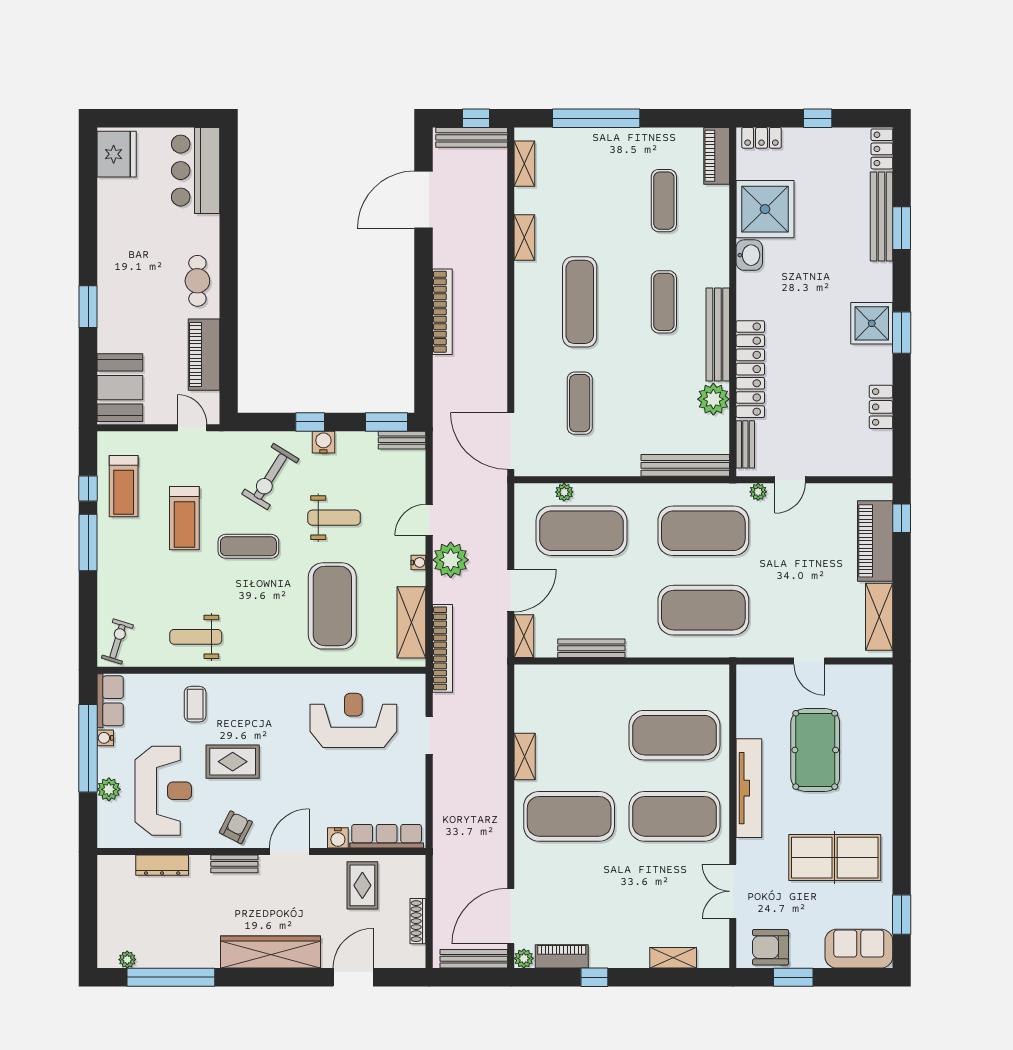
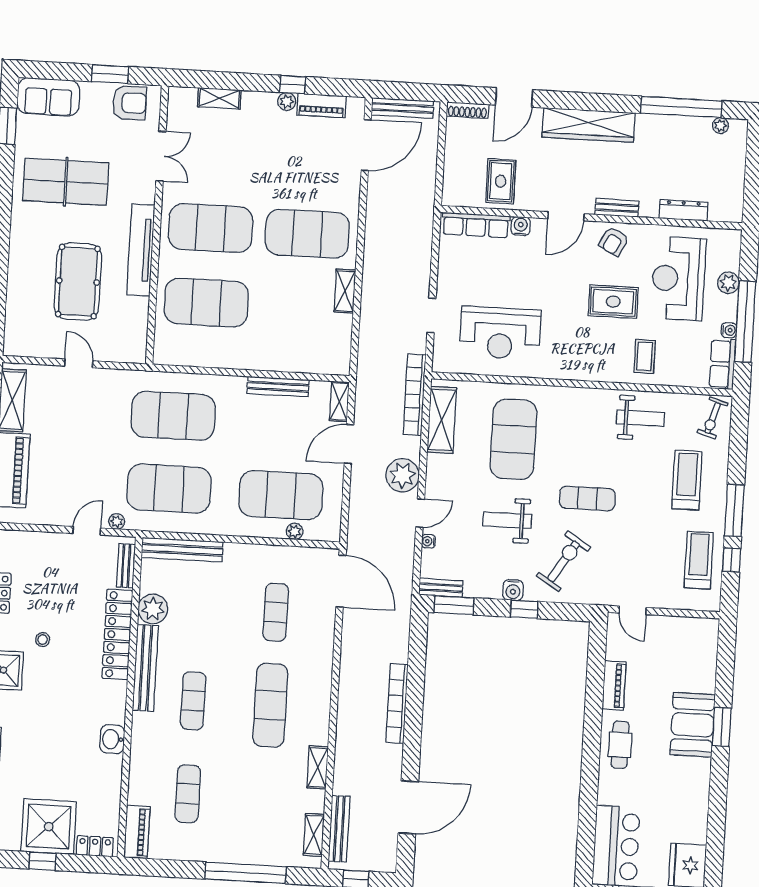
bench: (472, 137) -> (339, 829), moved, turned 90
shower: (765, 209) -> (49, 827), moved
piano: (204, 355) -> (614, 685), width x0.73, depth x0.75
stool: (831, 359) -> (43, 640), added
booth: (120, 388) -> (693, 725), moved
treadmill: (184, 518) -> (687, 480), moved
water cooler: (418, 562) -> (428, 541), moved
shoe rack: (418, 921) -> (467, 110), moved, turned 90
plant: (524, 958) -> (287, 102), moved

